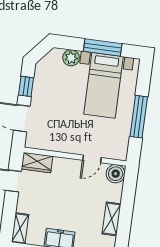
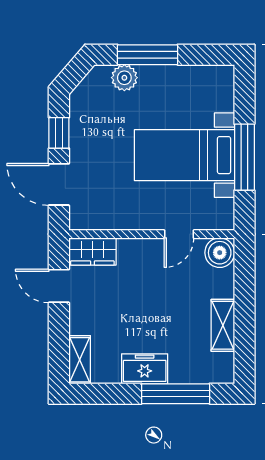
window: (103, 48) -> (148, 55), moved
bed with nightstands: (103, 85) -> (184, 155), moved, turned 90

